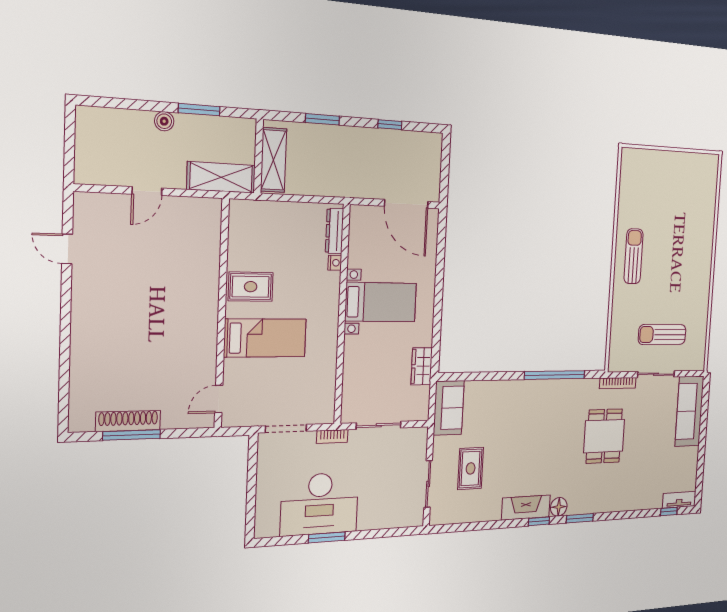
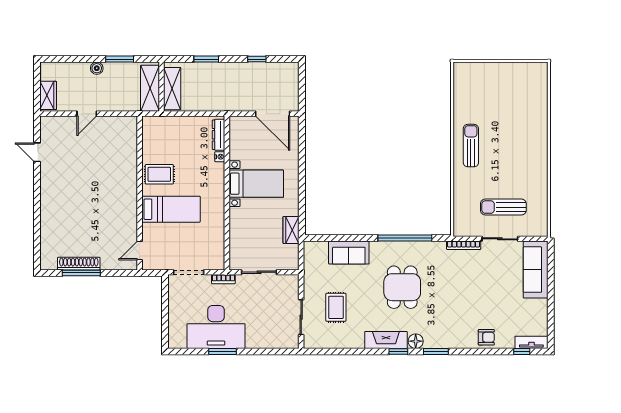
wardrobe: (87, 159) -> (48, 95), added
shelving: (221, 177) -> (150, 88), moved, turned 90
sofa: (449, 408) -> (349, 253), moved, turned 90
dining table: (604, 436) -> (402, 287), moved
armchair: (634, 497) -> (486, 337), added

